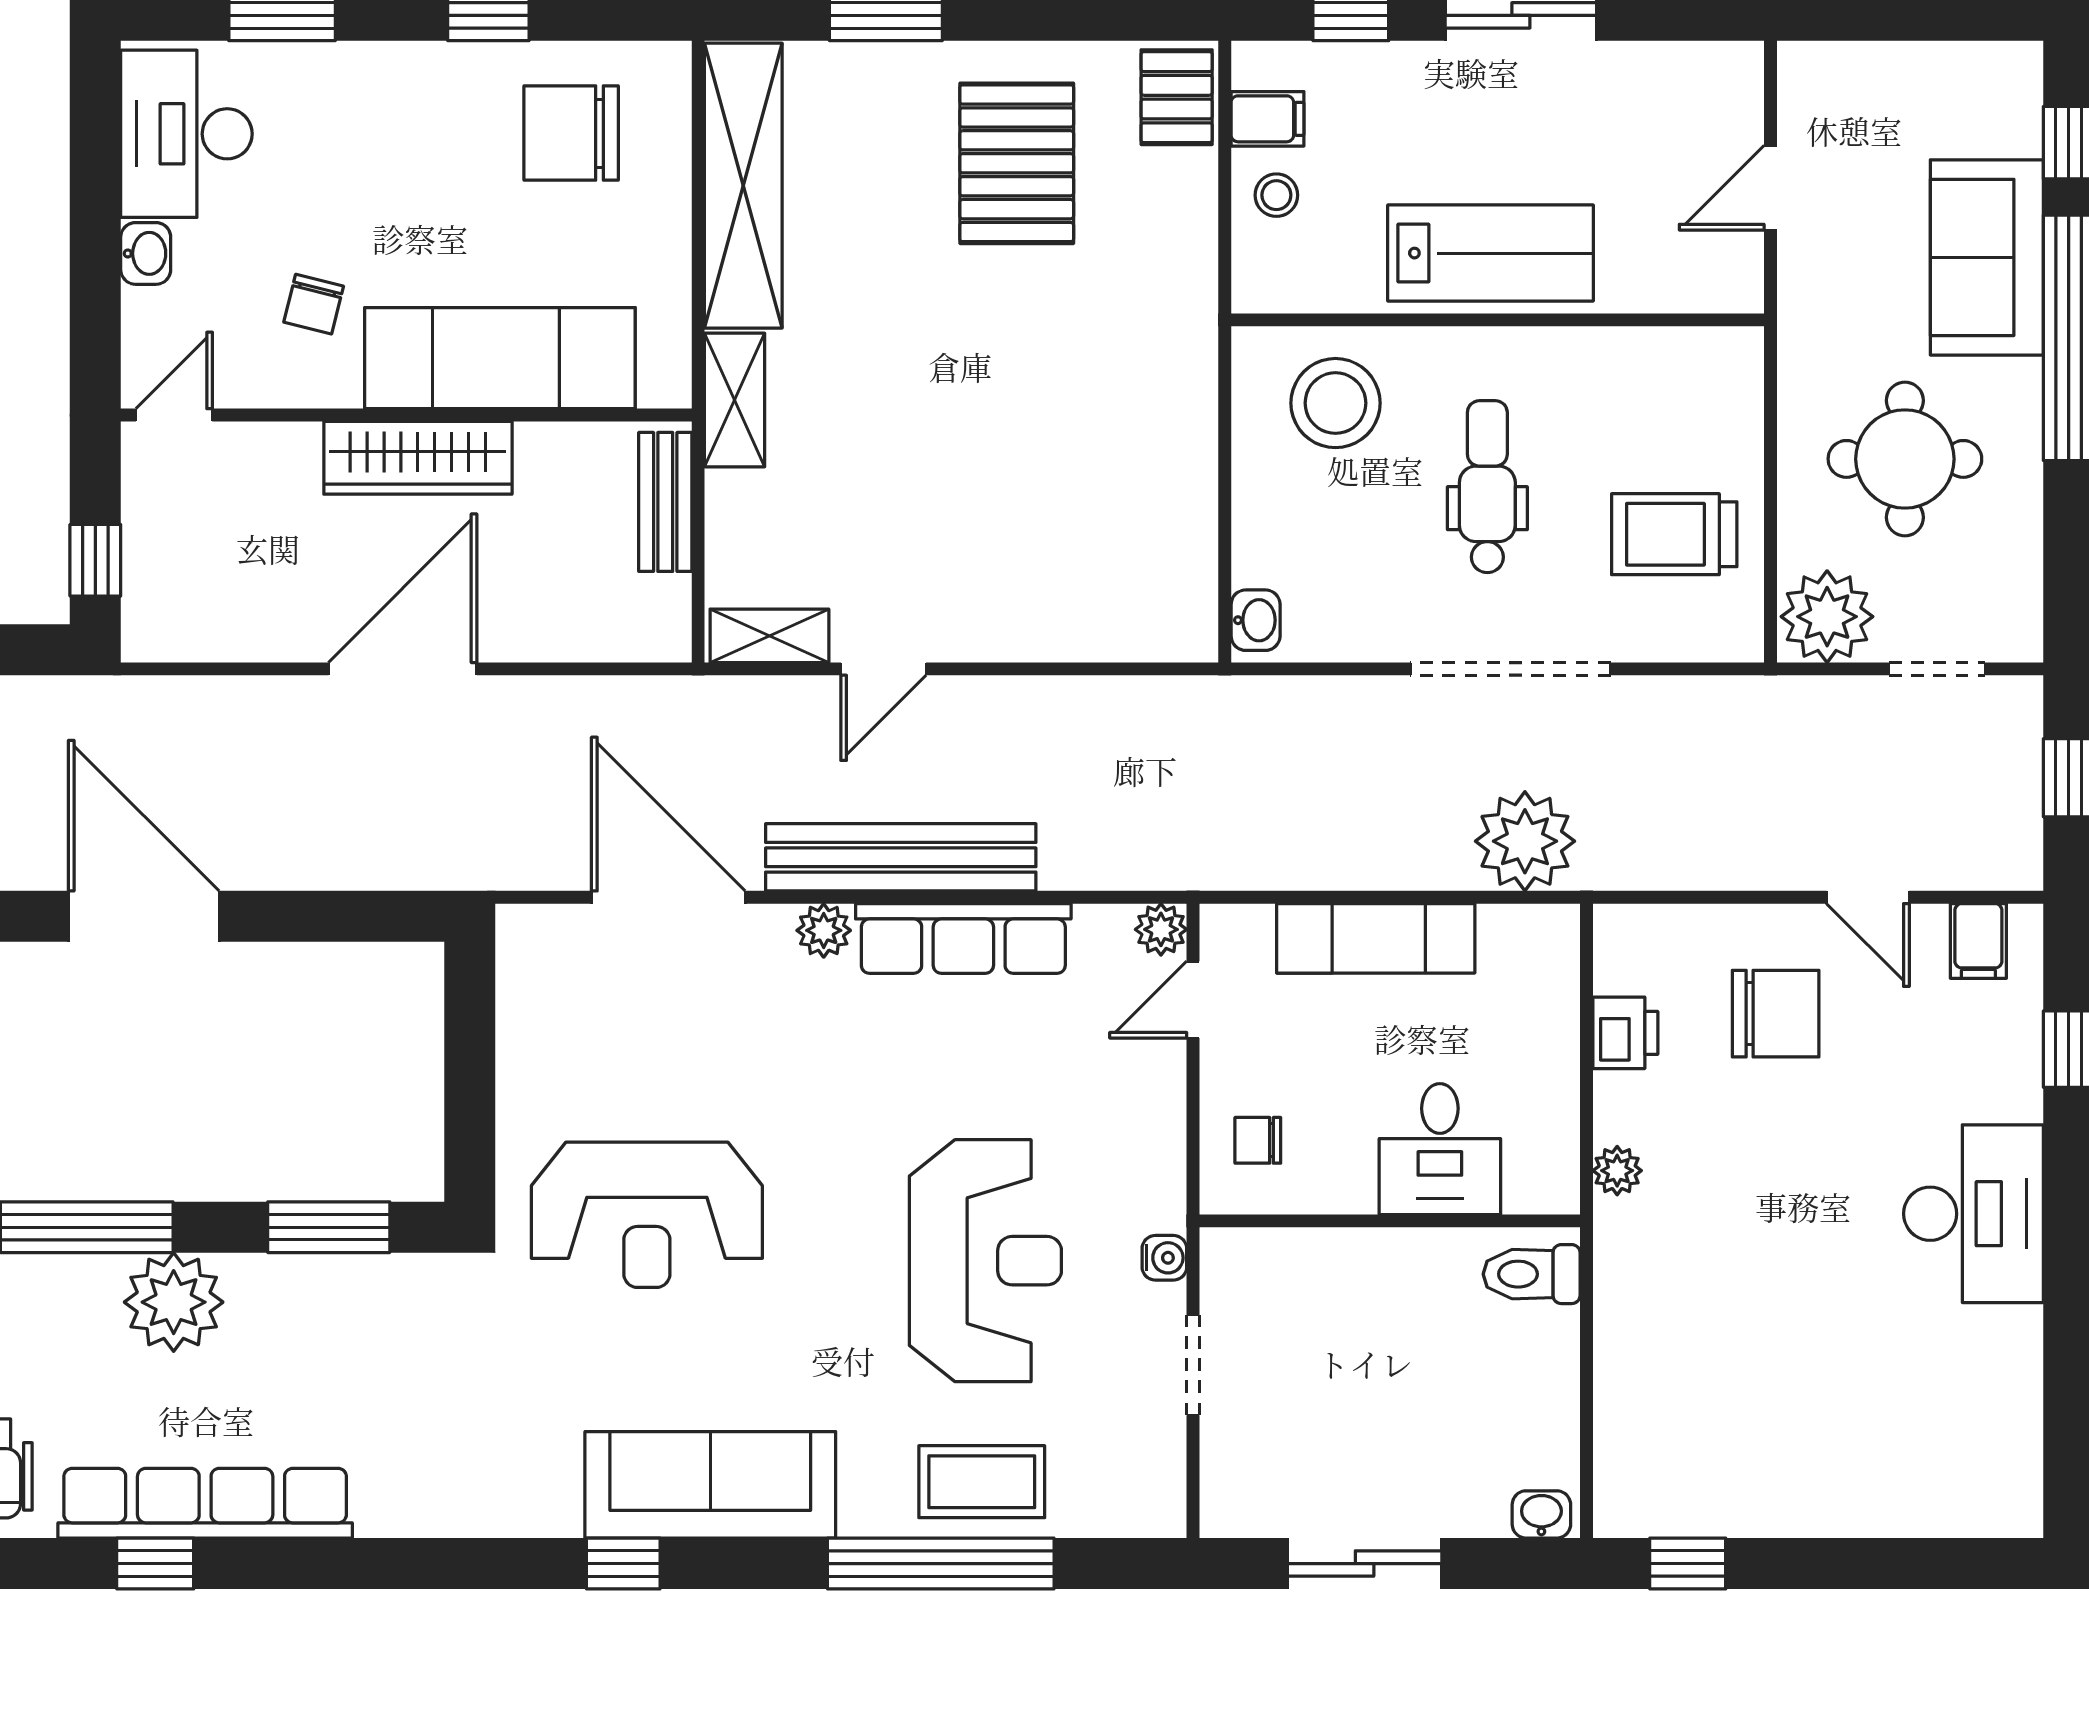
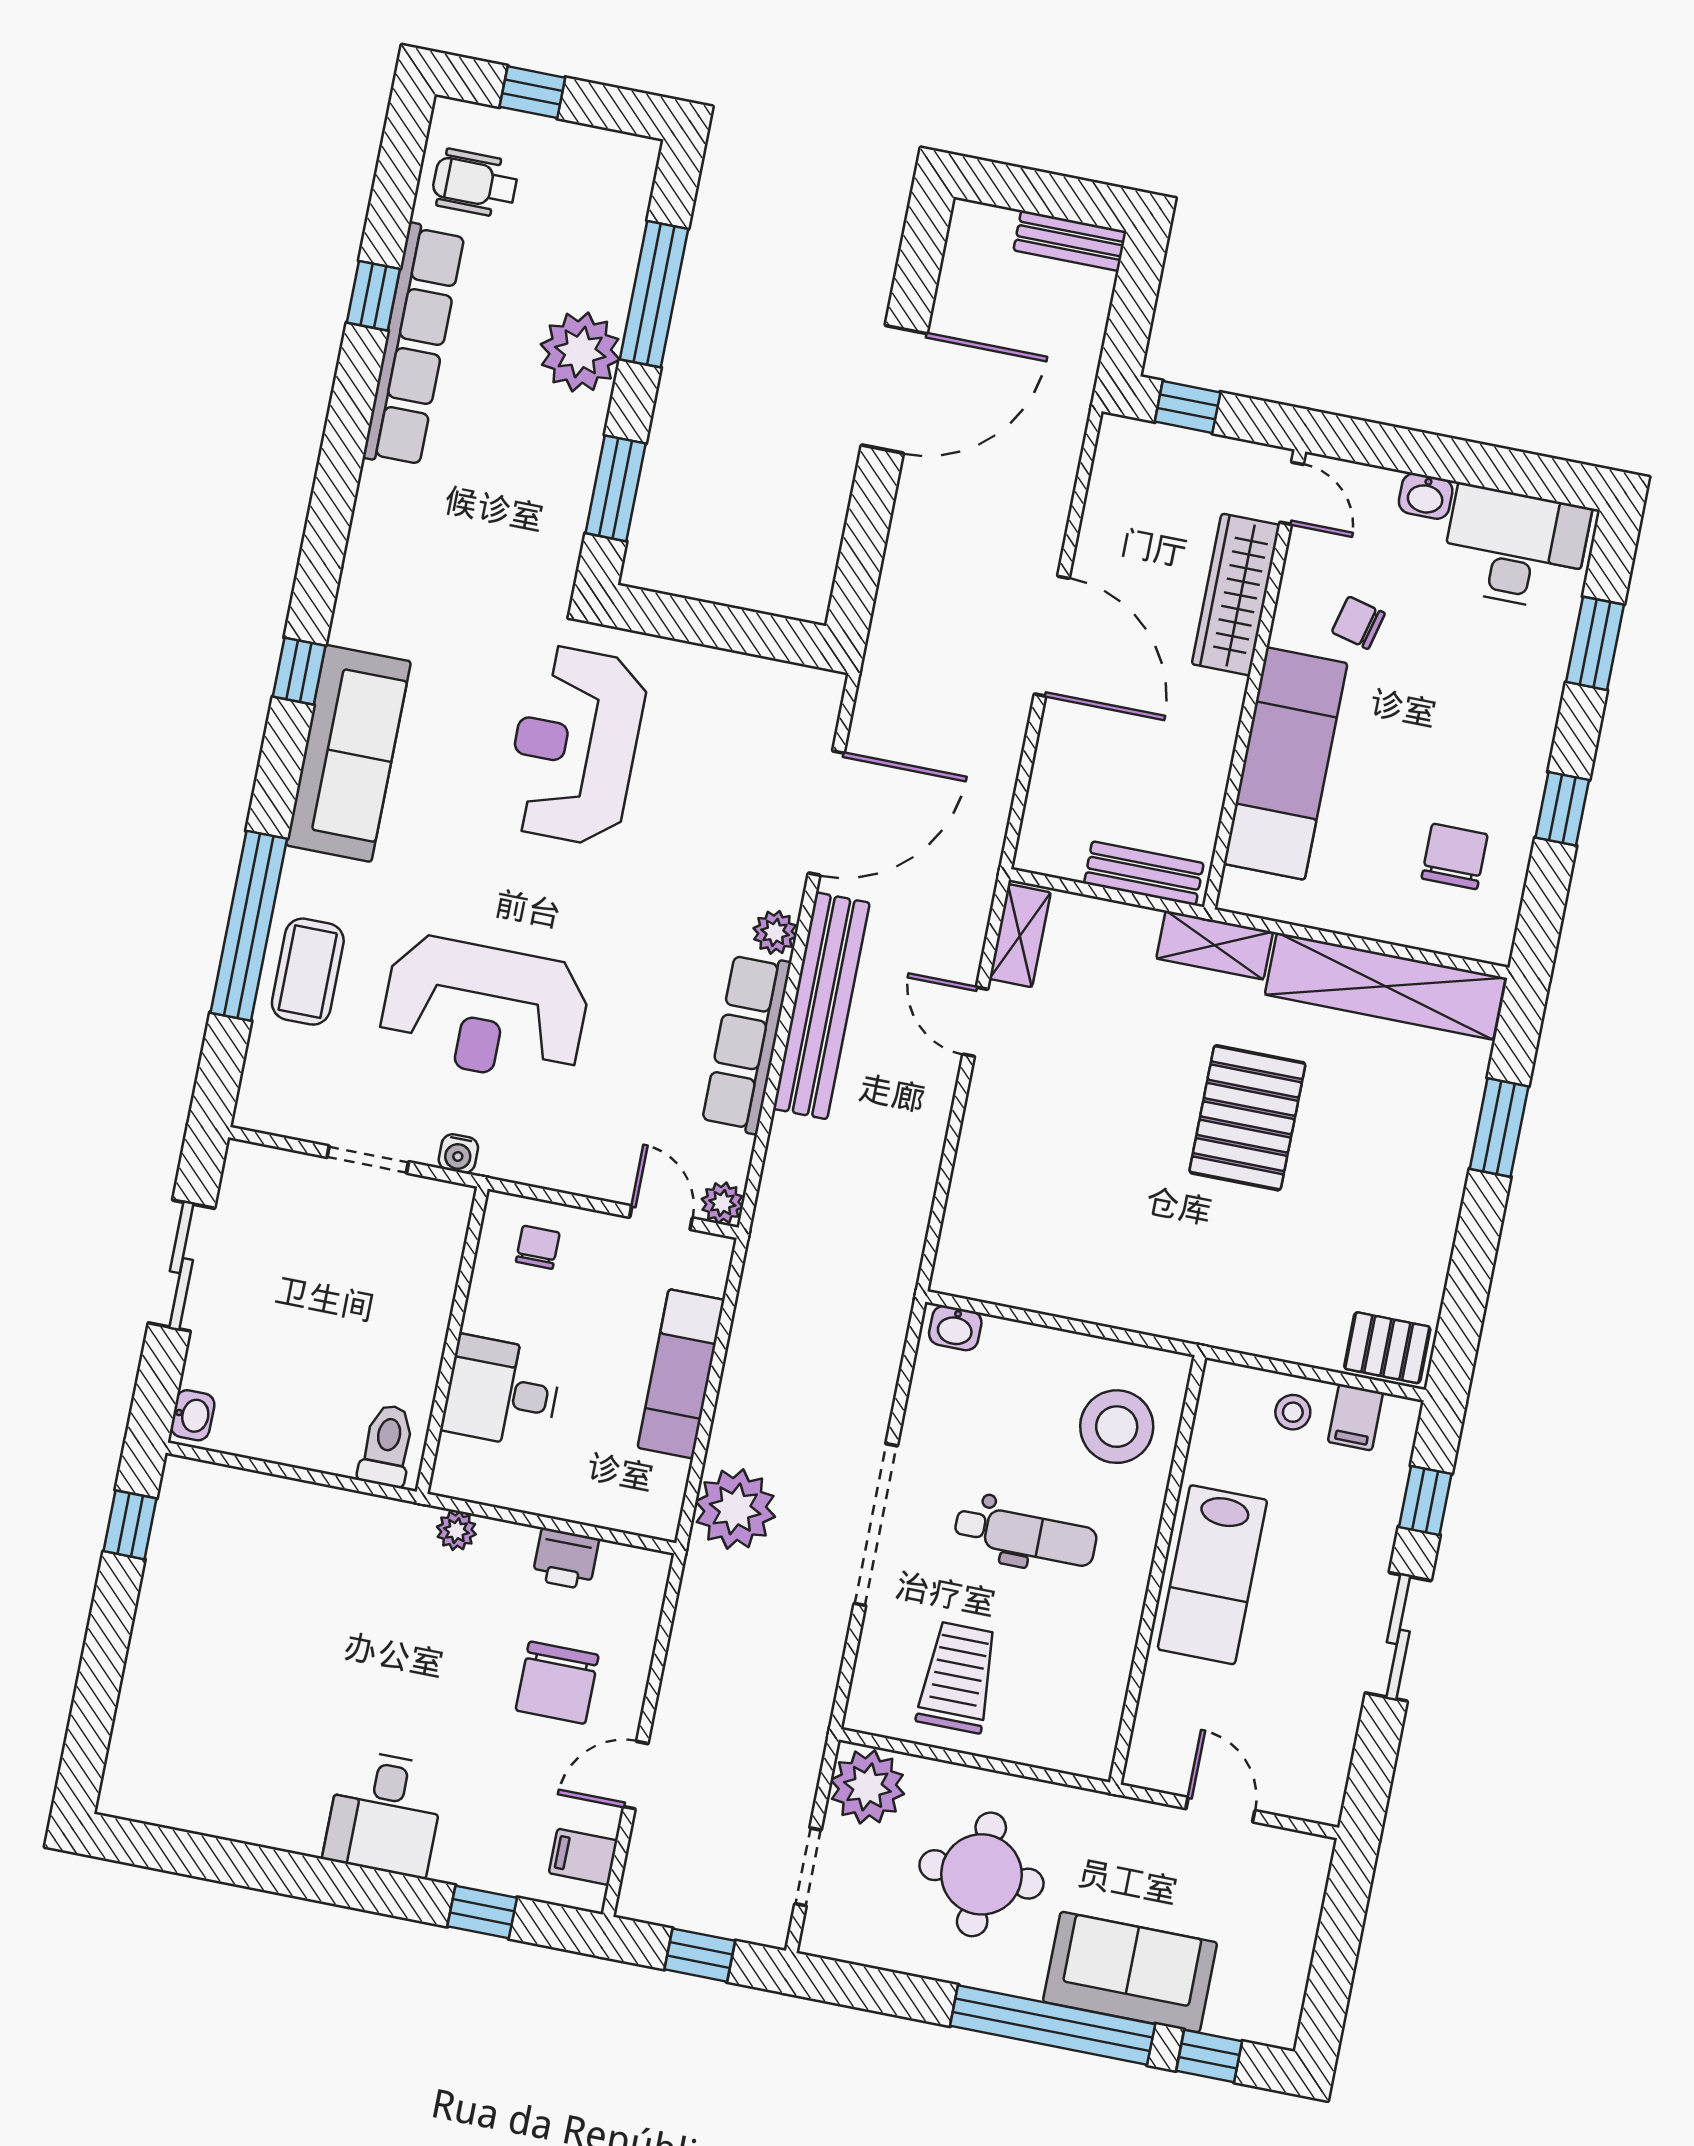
chair: (571, 133) -> (1455, 856), width x0.73, depth x0.73
pallet: (1017, 163) -> (1247, 1118), moved, turned 90
wardrobe: (418, 458) -> (1236, 595), moved
desk: (1973, 1214) -> (385, 1813), width x0.73

